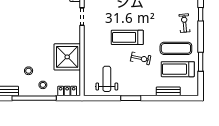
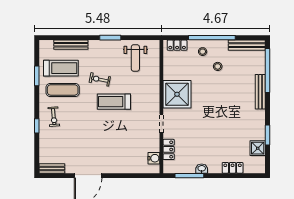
treadmill: (127, 37) -> (114, 102), turned 180
shower: (67, 57) -> (177, 94), moved
bench: (168, 91) -> (71, 45), width x1.36

